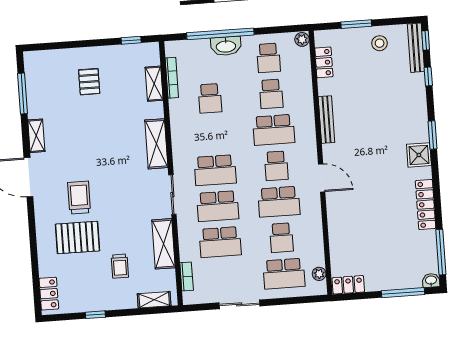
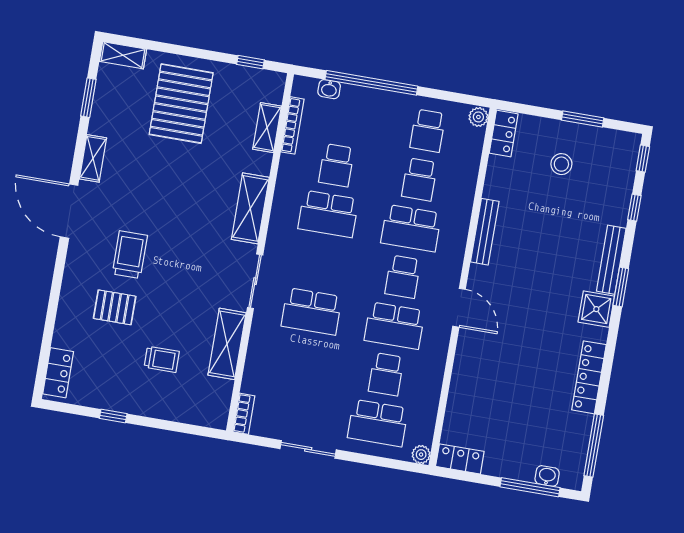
window: (356, 24) -> (583, 119), moved
stool: (380, 43) -> (561, 164), moved
washbasin: (226, 46) -> (329, 89), moved, width x0.52, depth x0.69
bench: (416, 48) -> (611, 260), moved
locker: (324, 62) -> (504, 134), moved
pallet: (89, 82) -> (181, 104), width x2.05, depth x2.00
window: (22, 94) -> (88, 98), width x0.69
school desk: (215, 170) -> (328, 214), moved
pallet: (78, 237) -> (115, 307), width x0.67, depth x0.71
school desk: (220, 242) -> (303, 360), removed
trolley: (120, 266) -> (162, 359), turned -90
plant: (319, 274) -> (421, 455), moved
bookcase: (187, 276) -> (244, 414), moved
washbasin: (431, 280) -> (547, 476), moved
shelving: (154, 300) -> (123, 55), moved

